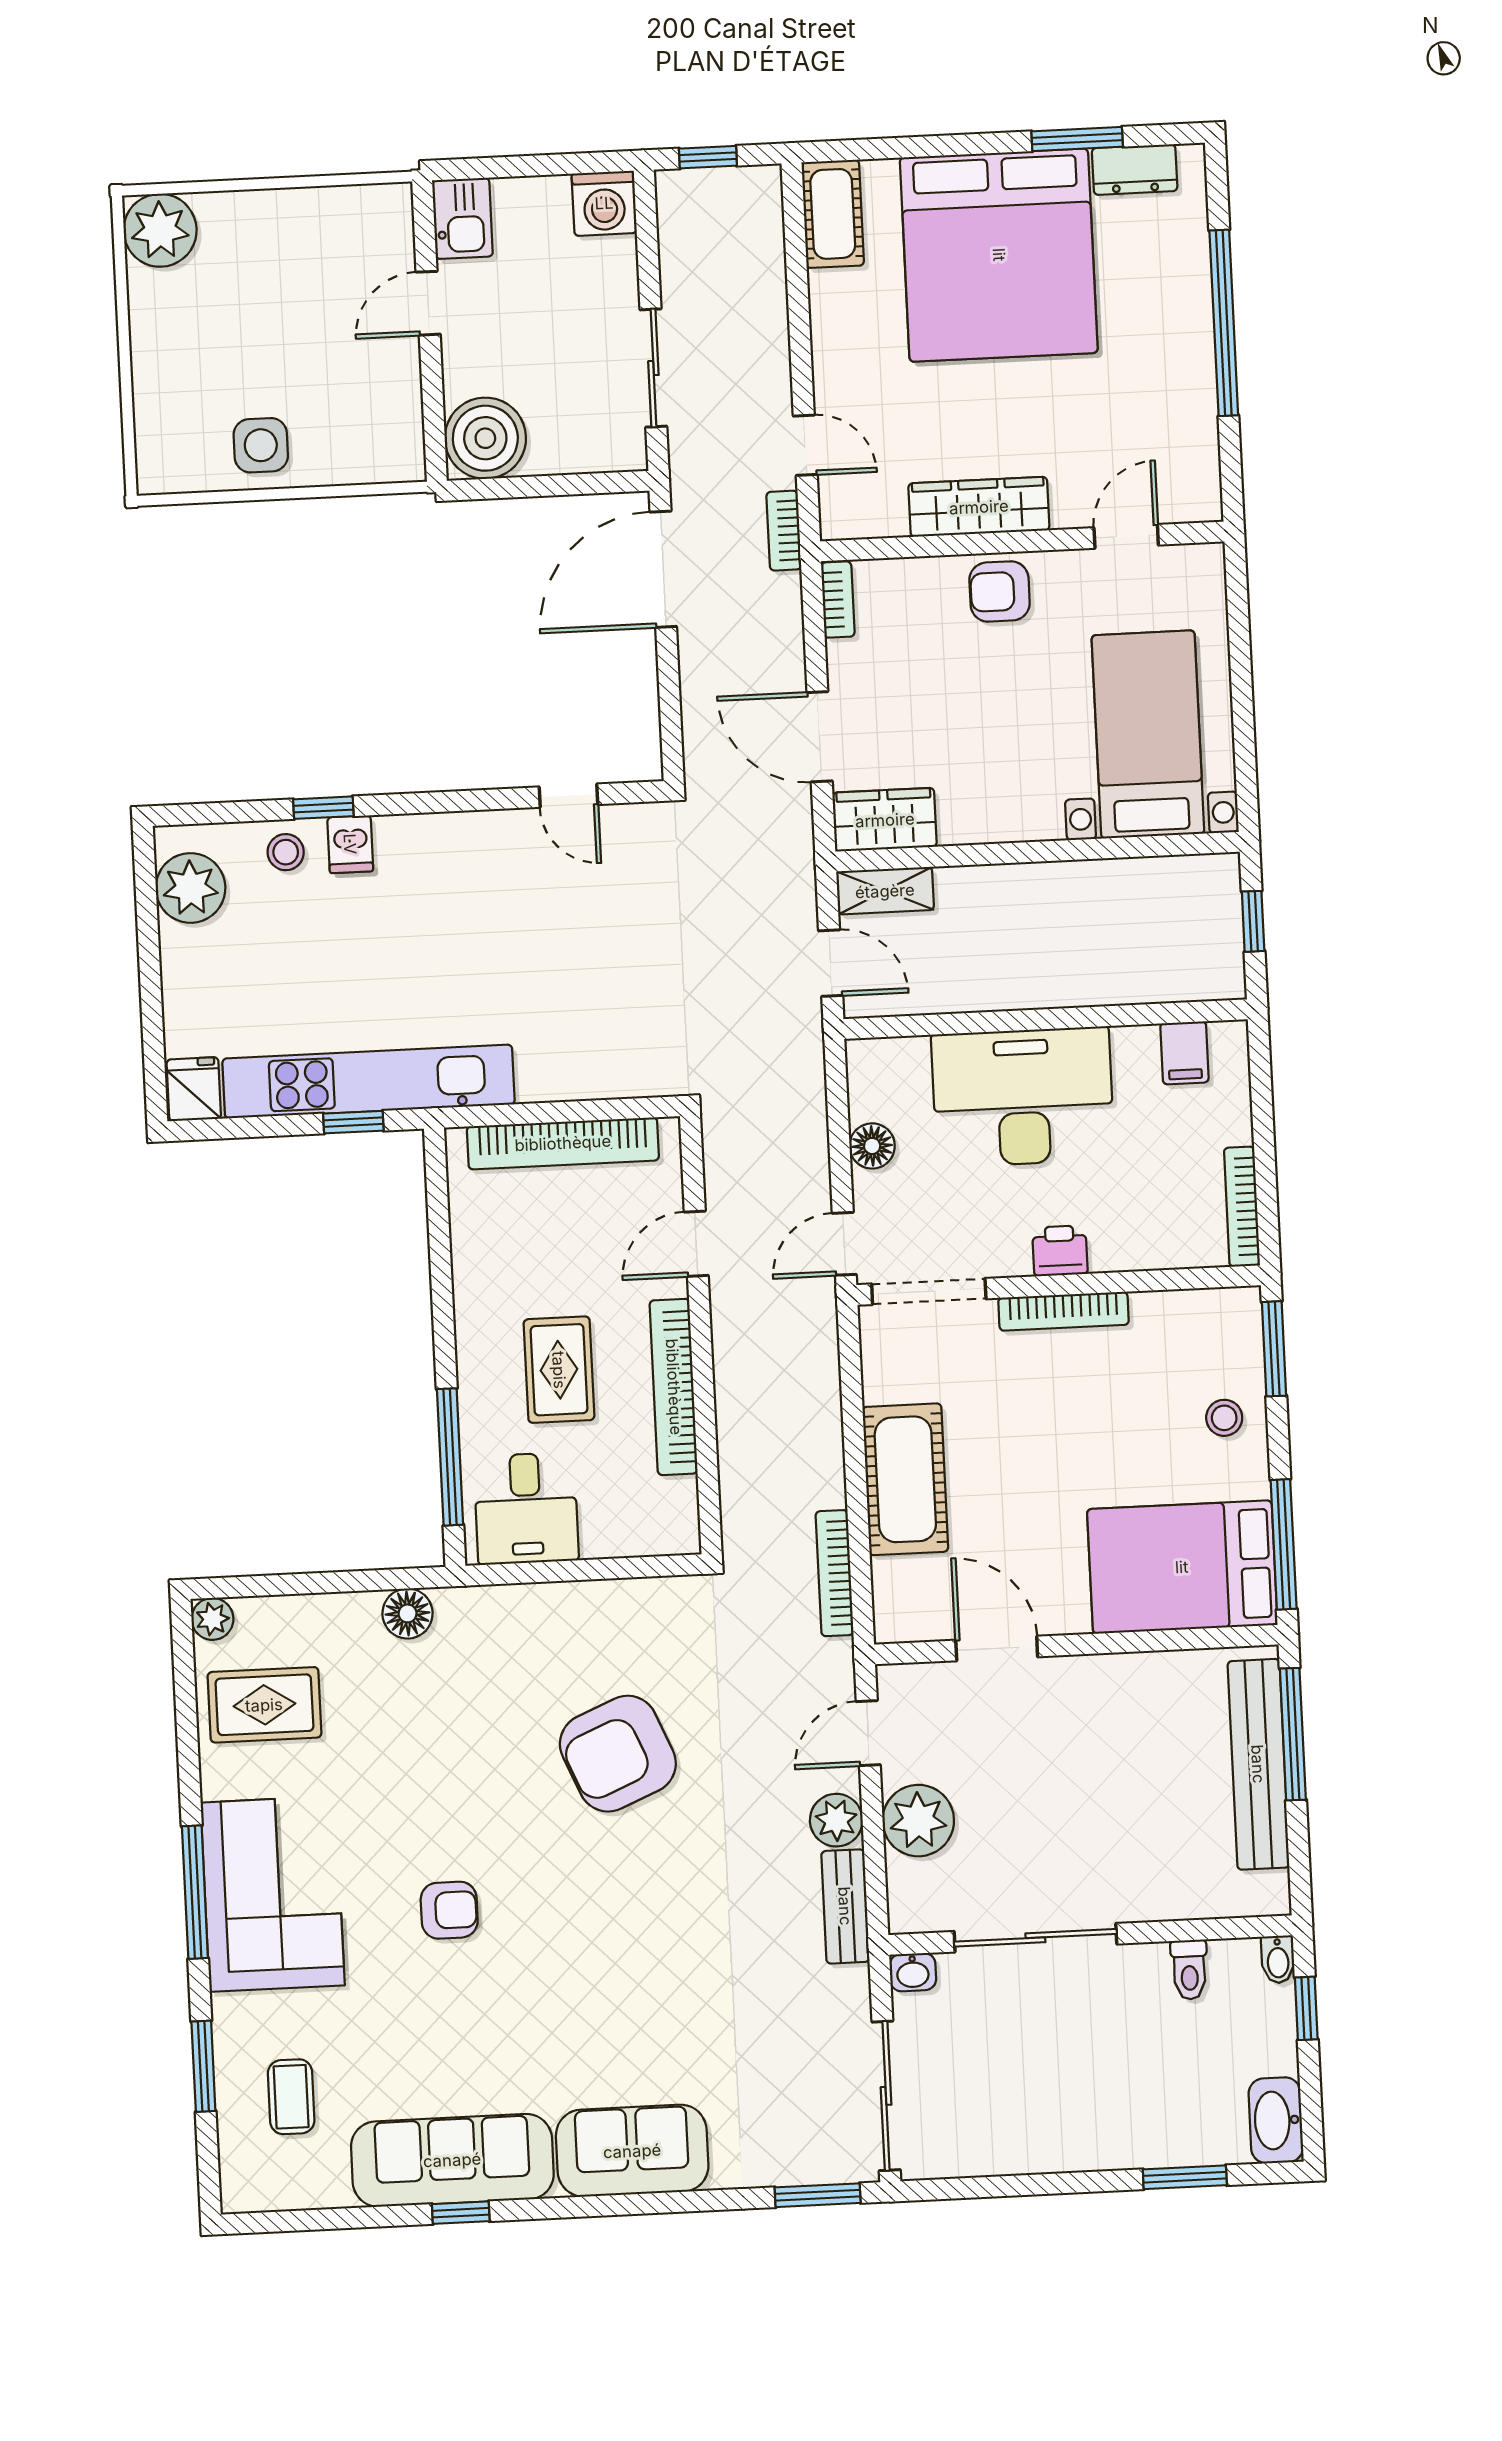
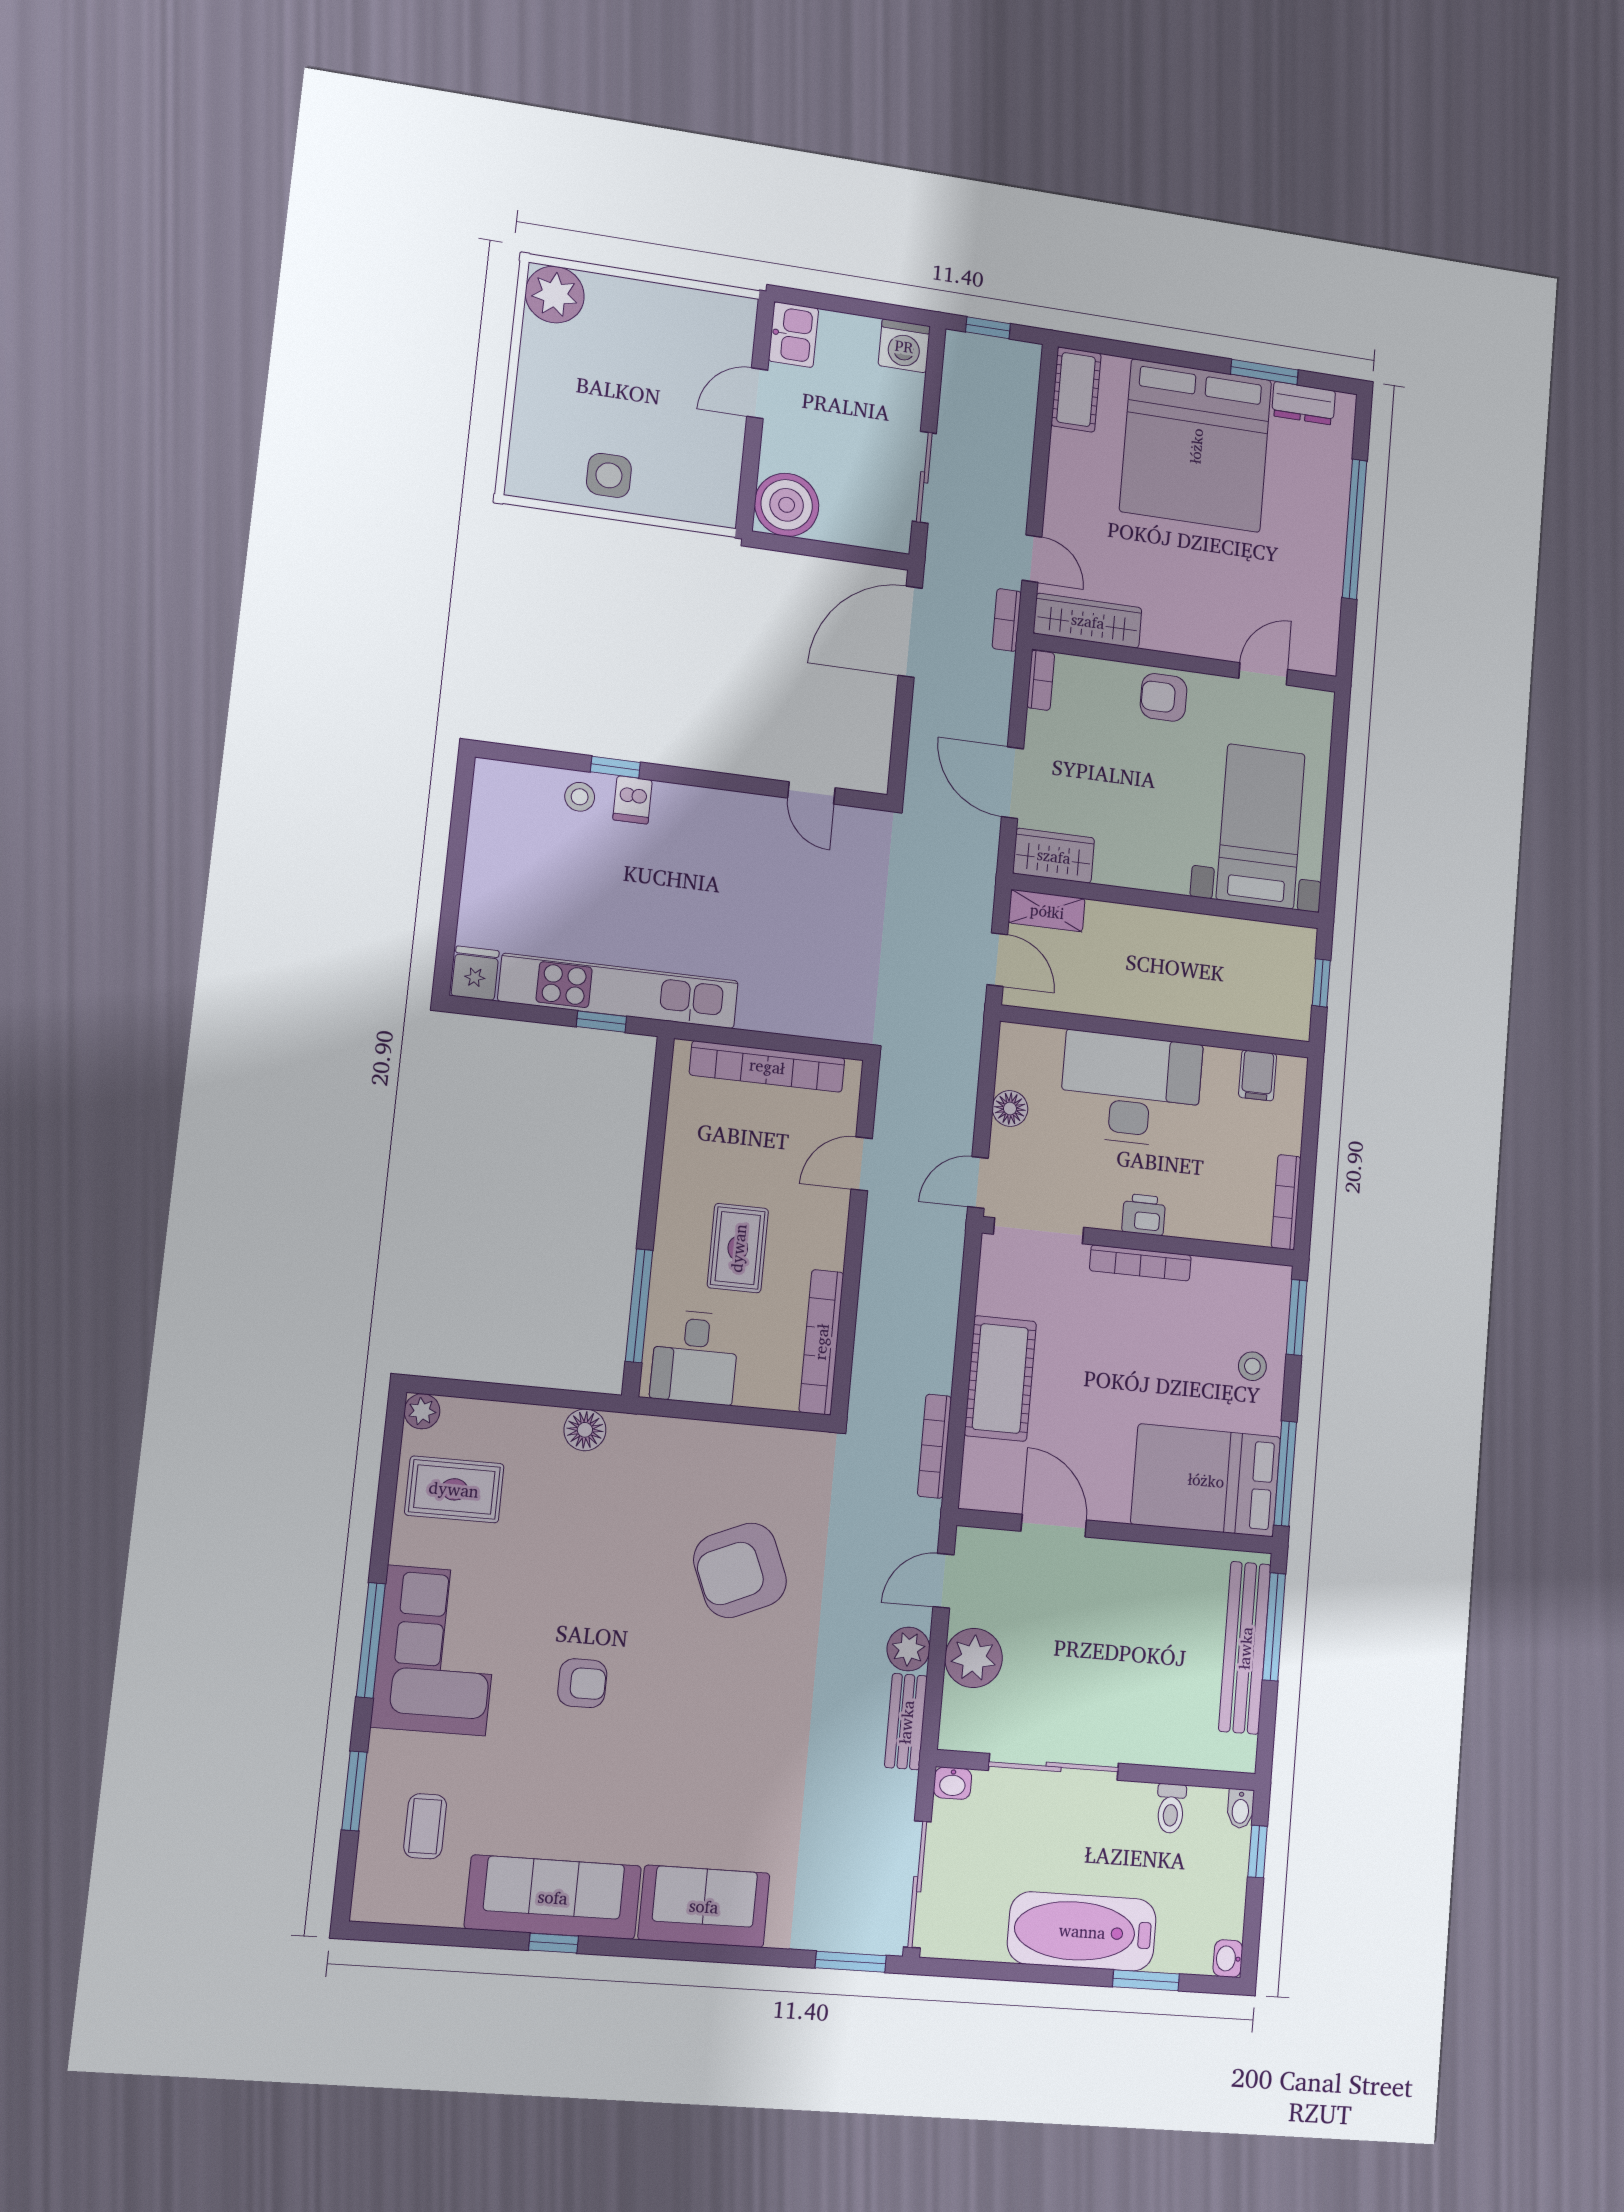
wardrobe: (979, 507) -> (1088, 621), moved
plant: (191, 888) -> (498, 812), removed
bookcase: (674, 1387) -> (821, 1342), moved
washbasin: (1276, 2120) -> (1228, 1959), width x0.52, depth x0.69
bathtub: (1097, 2128) -> (1082, 1931), added

